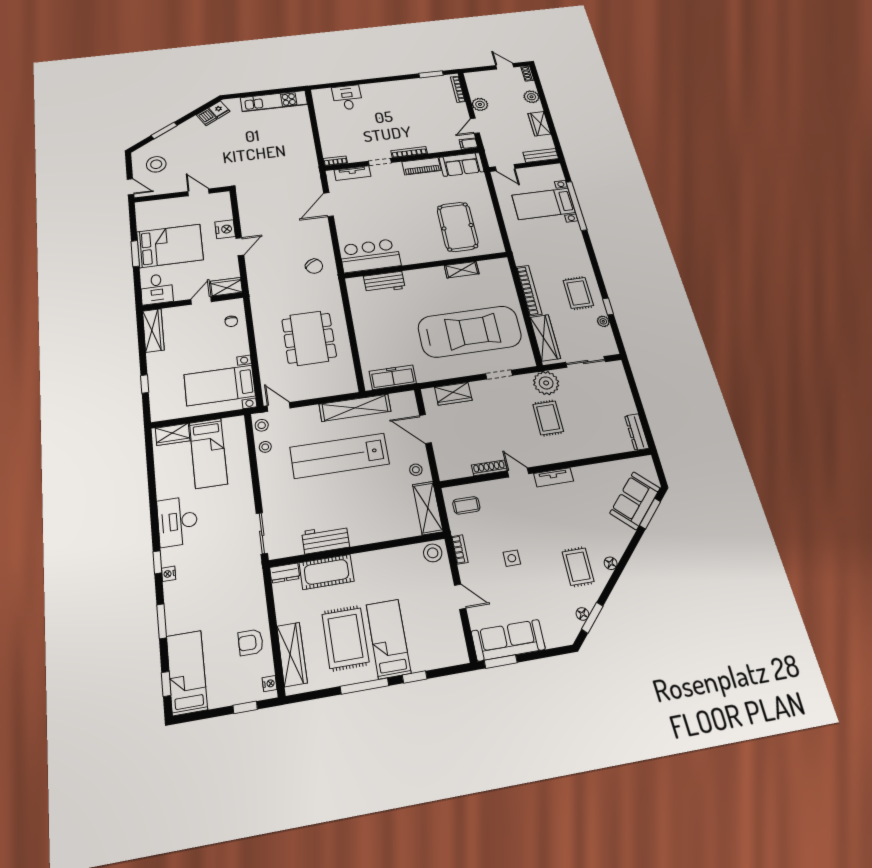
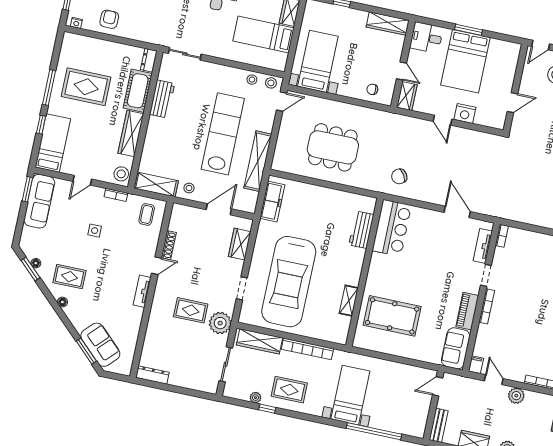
bed with nightstands: (544, 204) -> (350, 395), moved
bed: (388, 639) -> (53, 143), moved, turned -90
wardrobe: (292, 654) -> (131, 133), moved, turned 90

